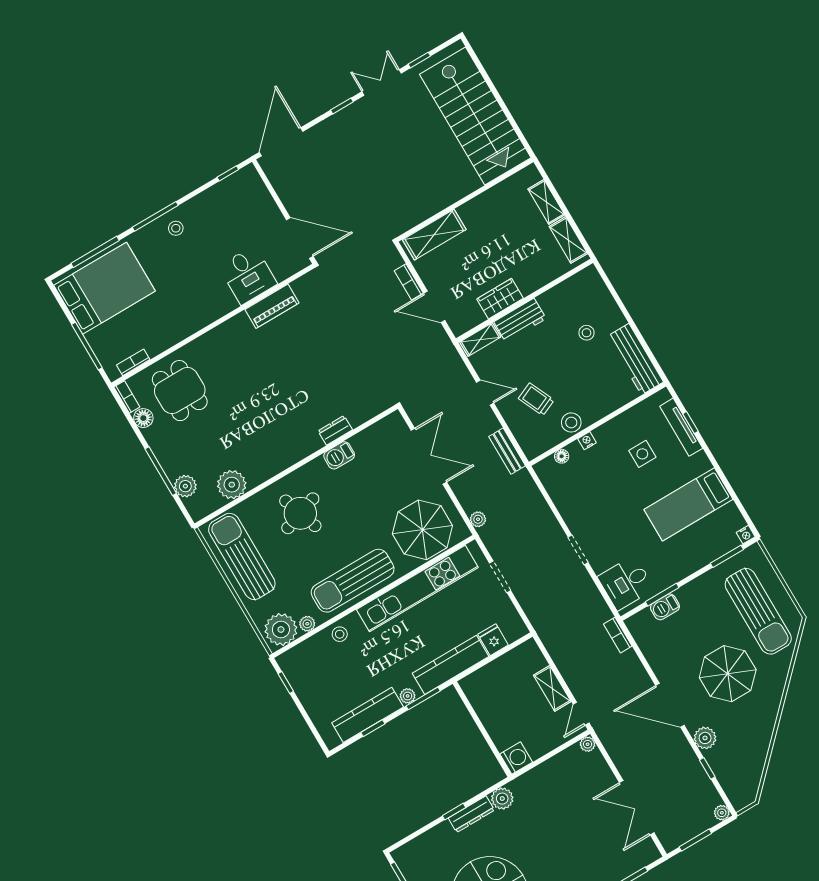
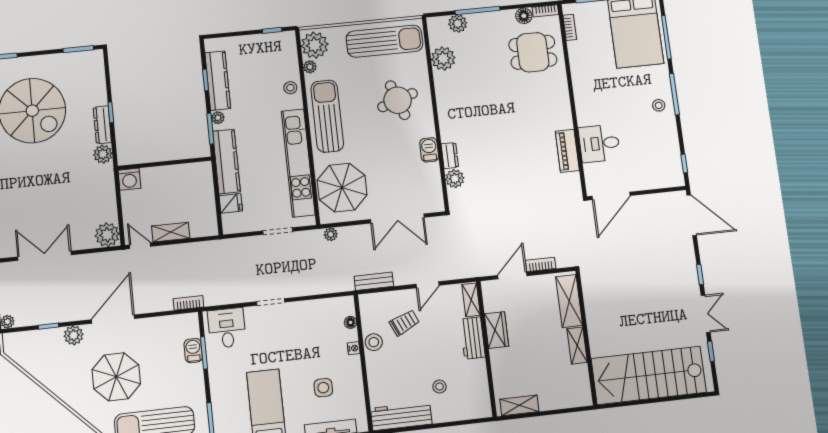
shelving: (546, 202) -> (577, 346), moved, turned 90
plant: (358, 414) -> (455, 179), added
plant: (588, 744) -> (107, 235), width x1.87, depth x1.87

